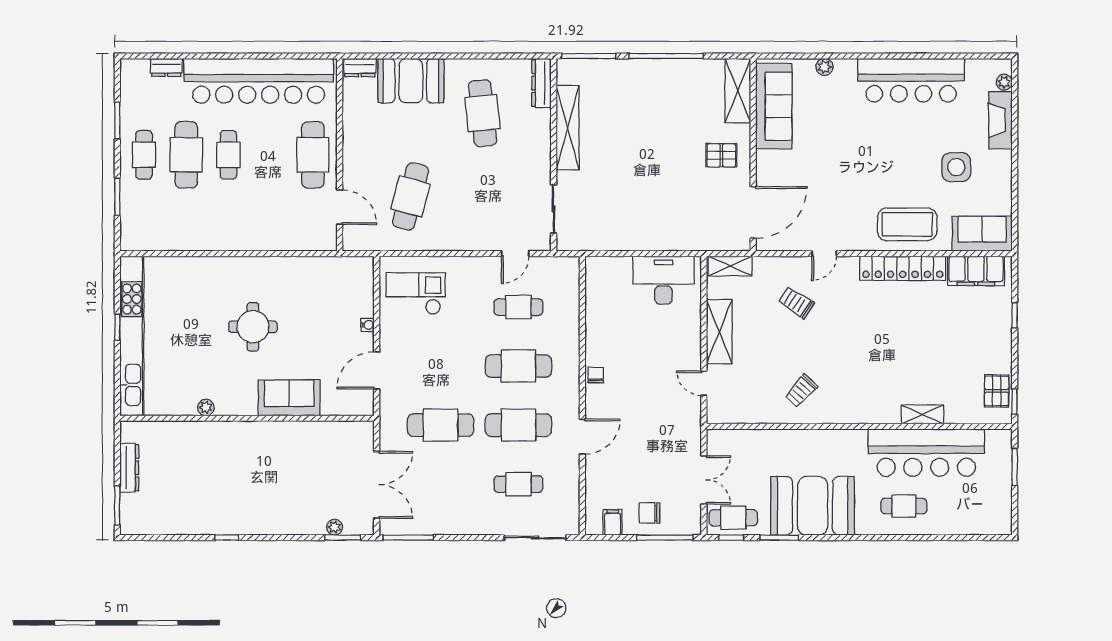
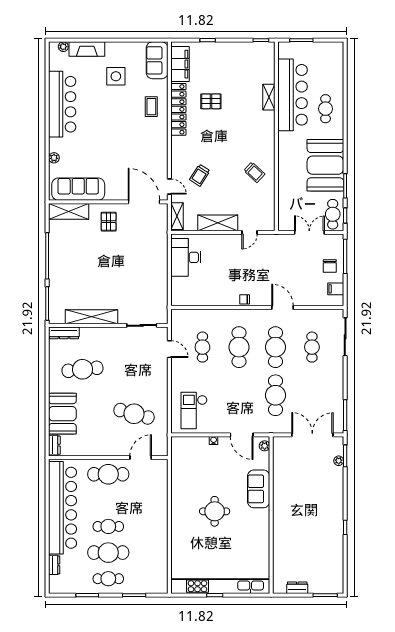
coffee table: (907, 224) -> (151, 107), width x0.54, depth x0.58
door: (824, 254) -> (169, 187), moved
pallet: (997, 391) -> (211, 101), moved
plant: (206, 407) -> (265, 446), moved
dresser: (129, 468) -> (297, 588), width x0.70

